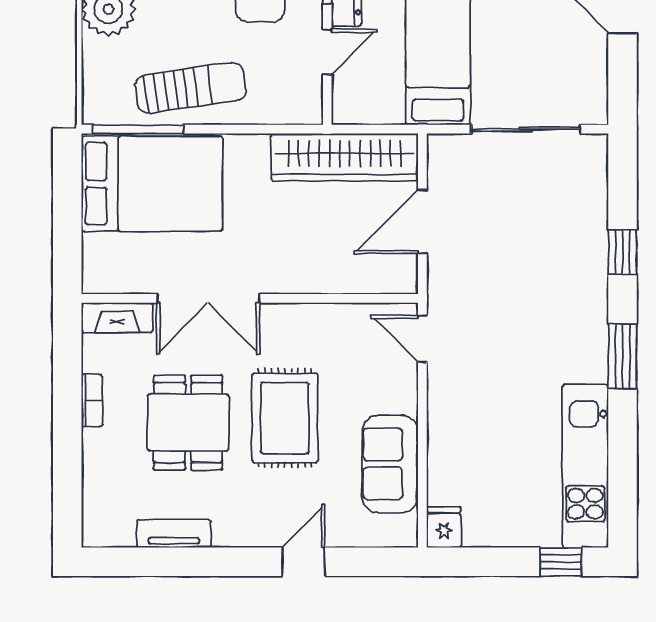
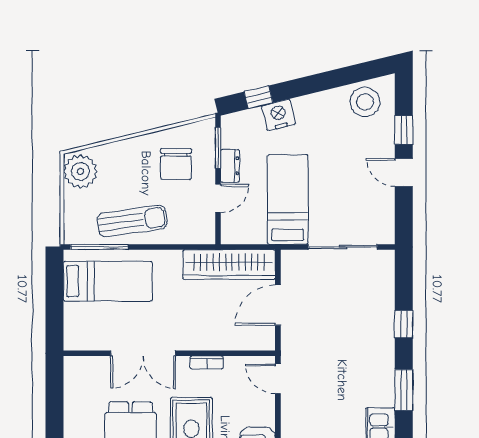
bed: (152, 184) -> (108, 281), width x0.67
fireplace: (117, 318) -> (86, 365), removed
bookcase: (92, 400) -> (207, 363), moved, turned 90

